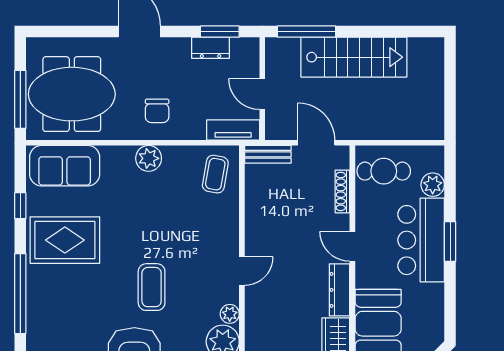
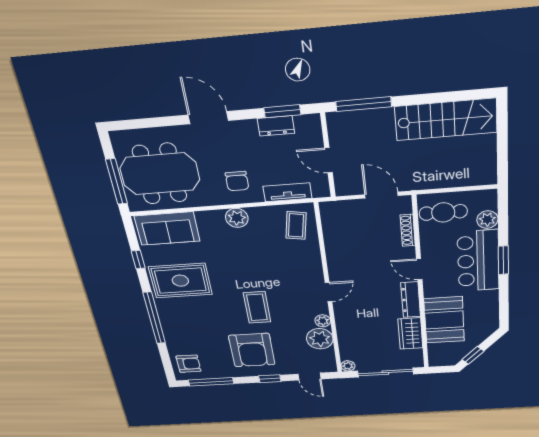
stairs: (354, 57) -> (446, 120), moved
tv unit: (233, 130) -> (287, 192), moved
bench: (268, 154) -> (340, 207), removed

